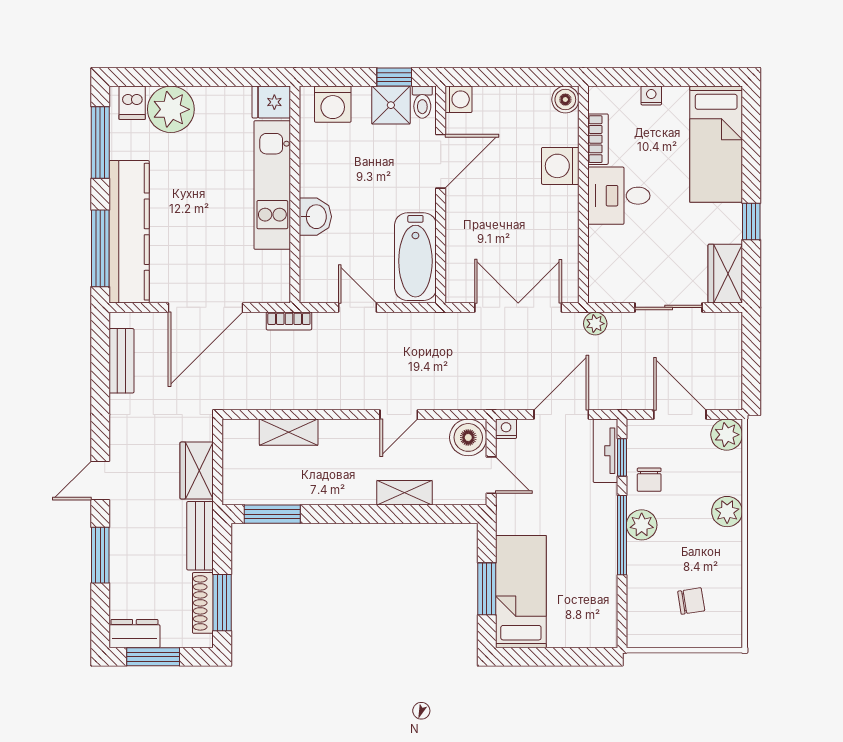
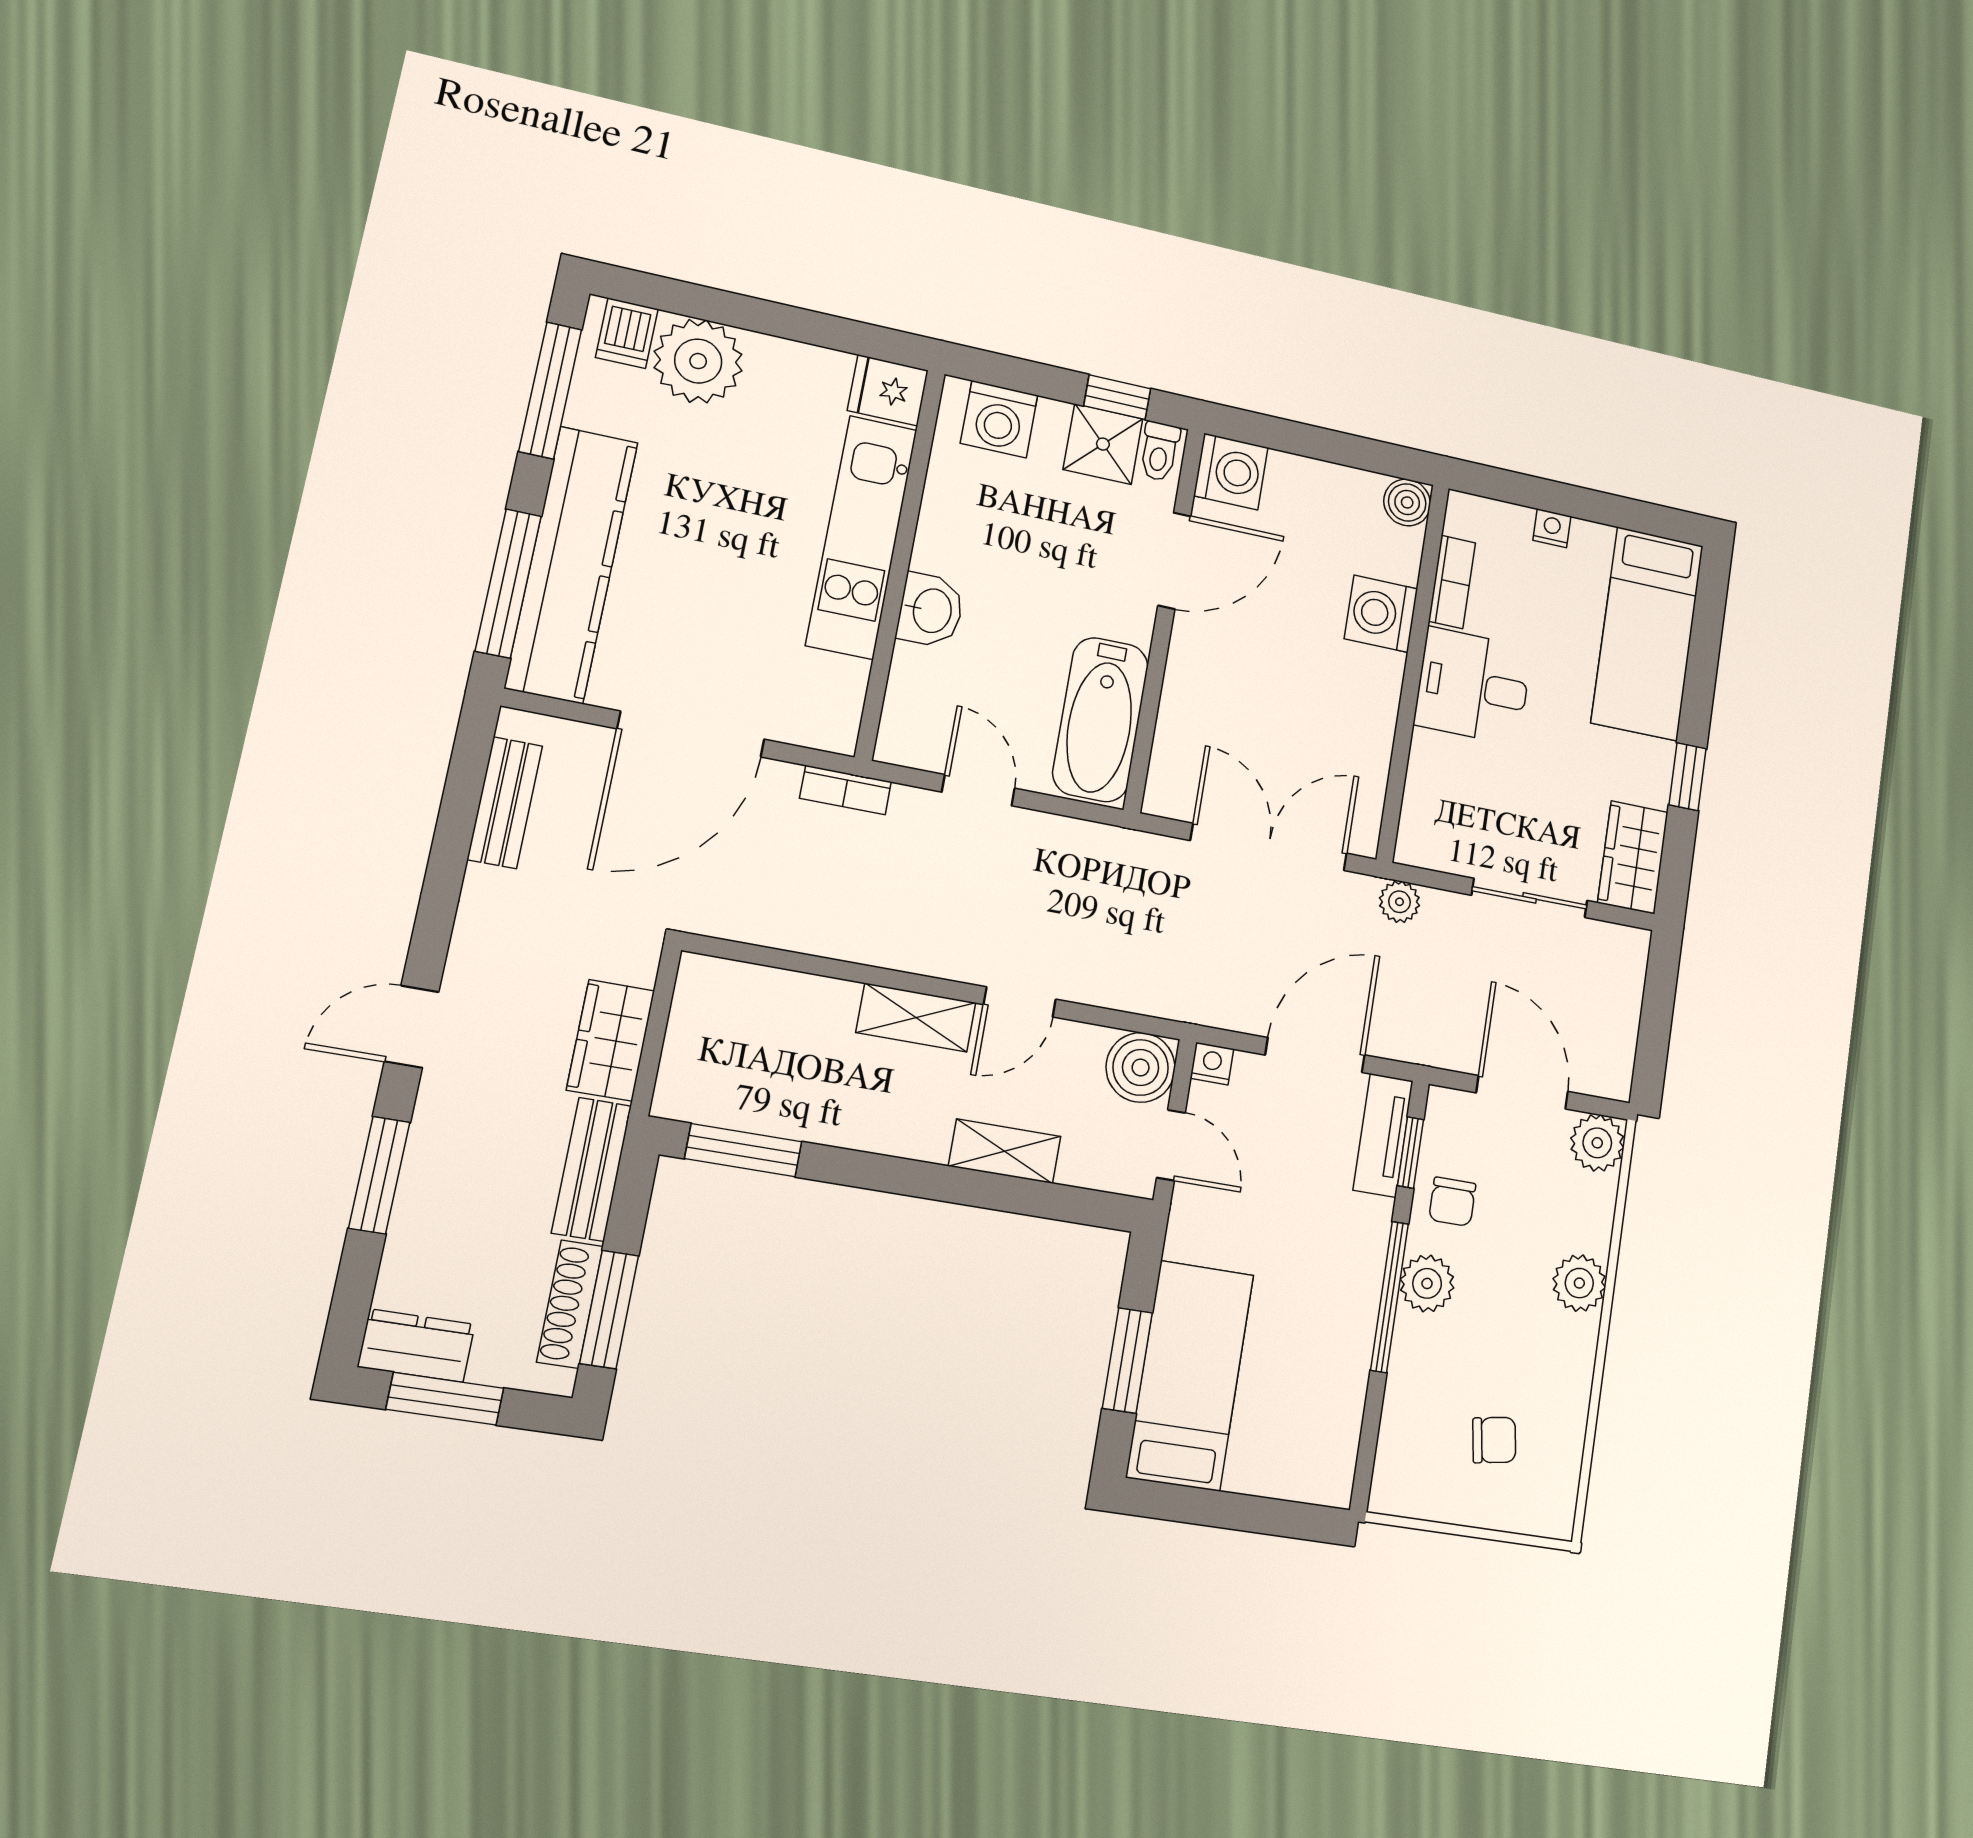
washing machine: (458, 99) -> (1231, 471), width x1.38, depth x1.38
shelving: (289, 432) -> (916, 1018), moved

